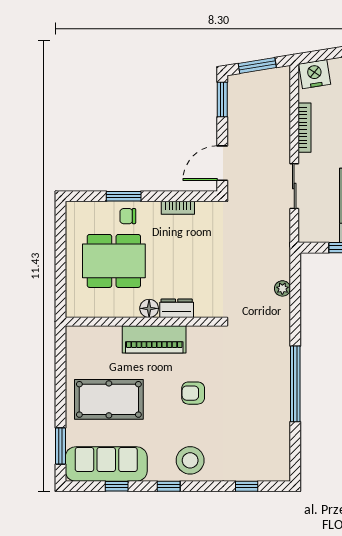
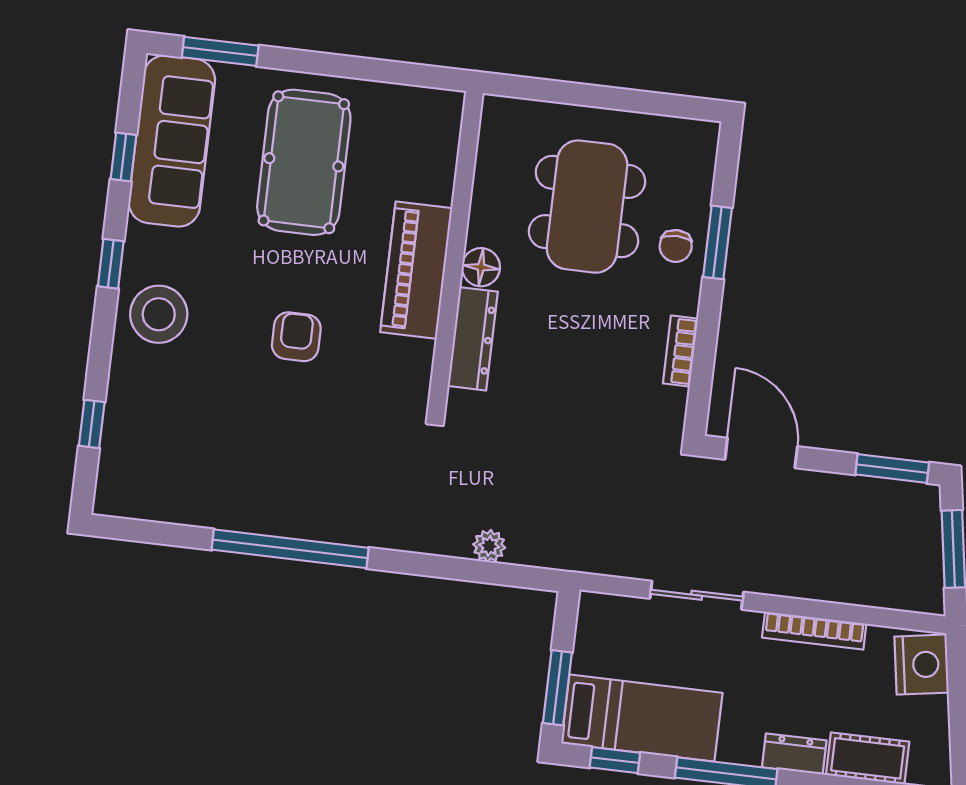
chair: (128, 216) -> (676, 246), turned 180
dresser: (177, 308) -> (473, 339), width x1.44

